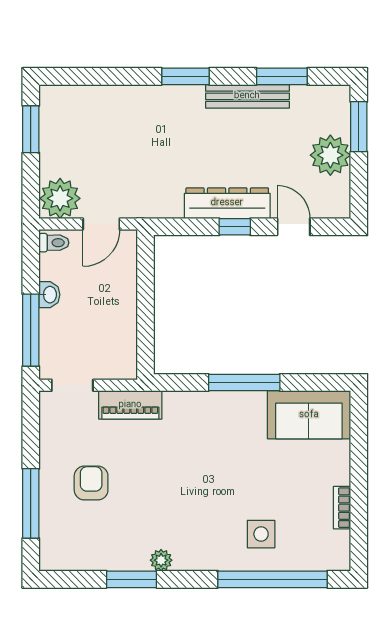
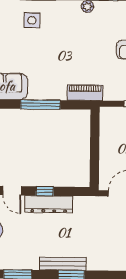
bench: (247, 96) -> (63, 264), moved
piano: (130, 405) -> (85, 93), moved

